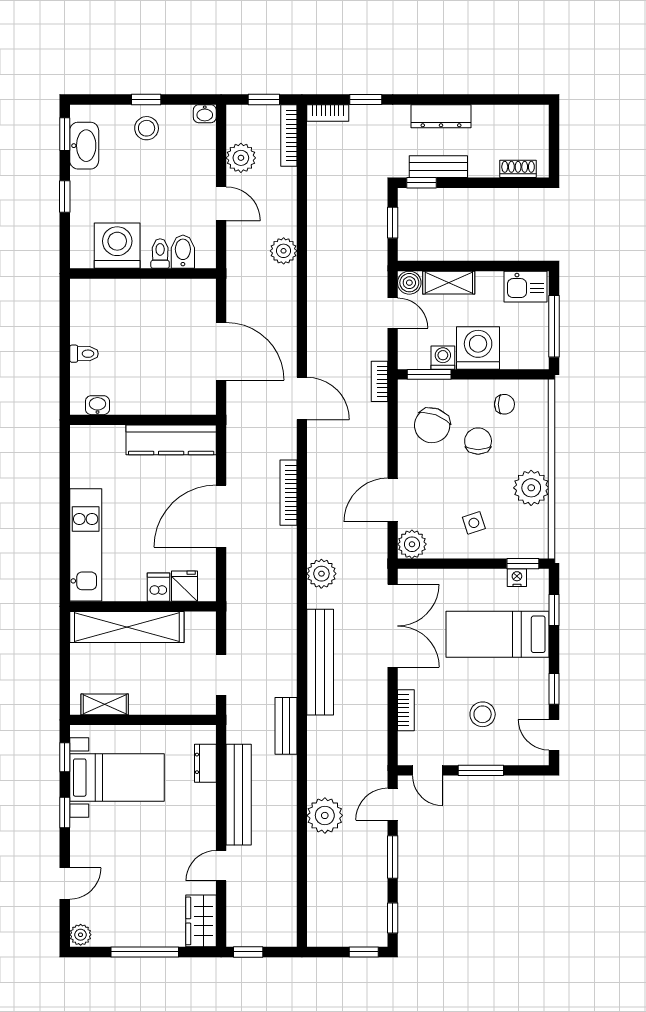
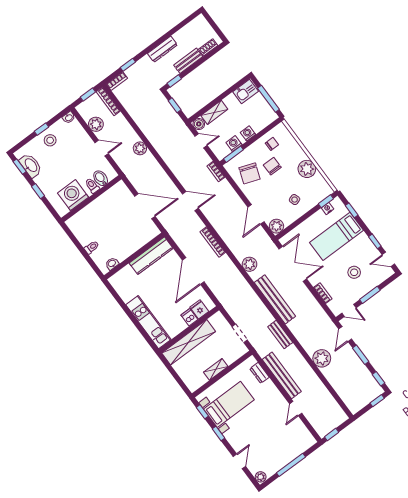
bench: (438, 167) -> (188, 61), moved
washing machine: (478, 348) -> (248, 133), width x0.53, depth x0.53
shelving: (105, 704) -> (216, 369), moved
wardrobe: (201, 921) -> (304, 436), removed

